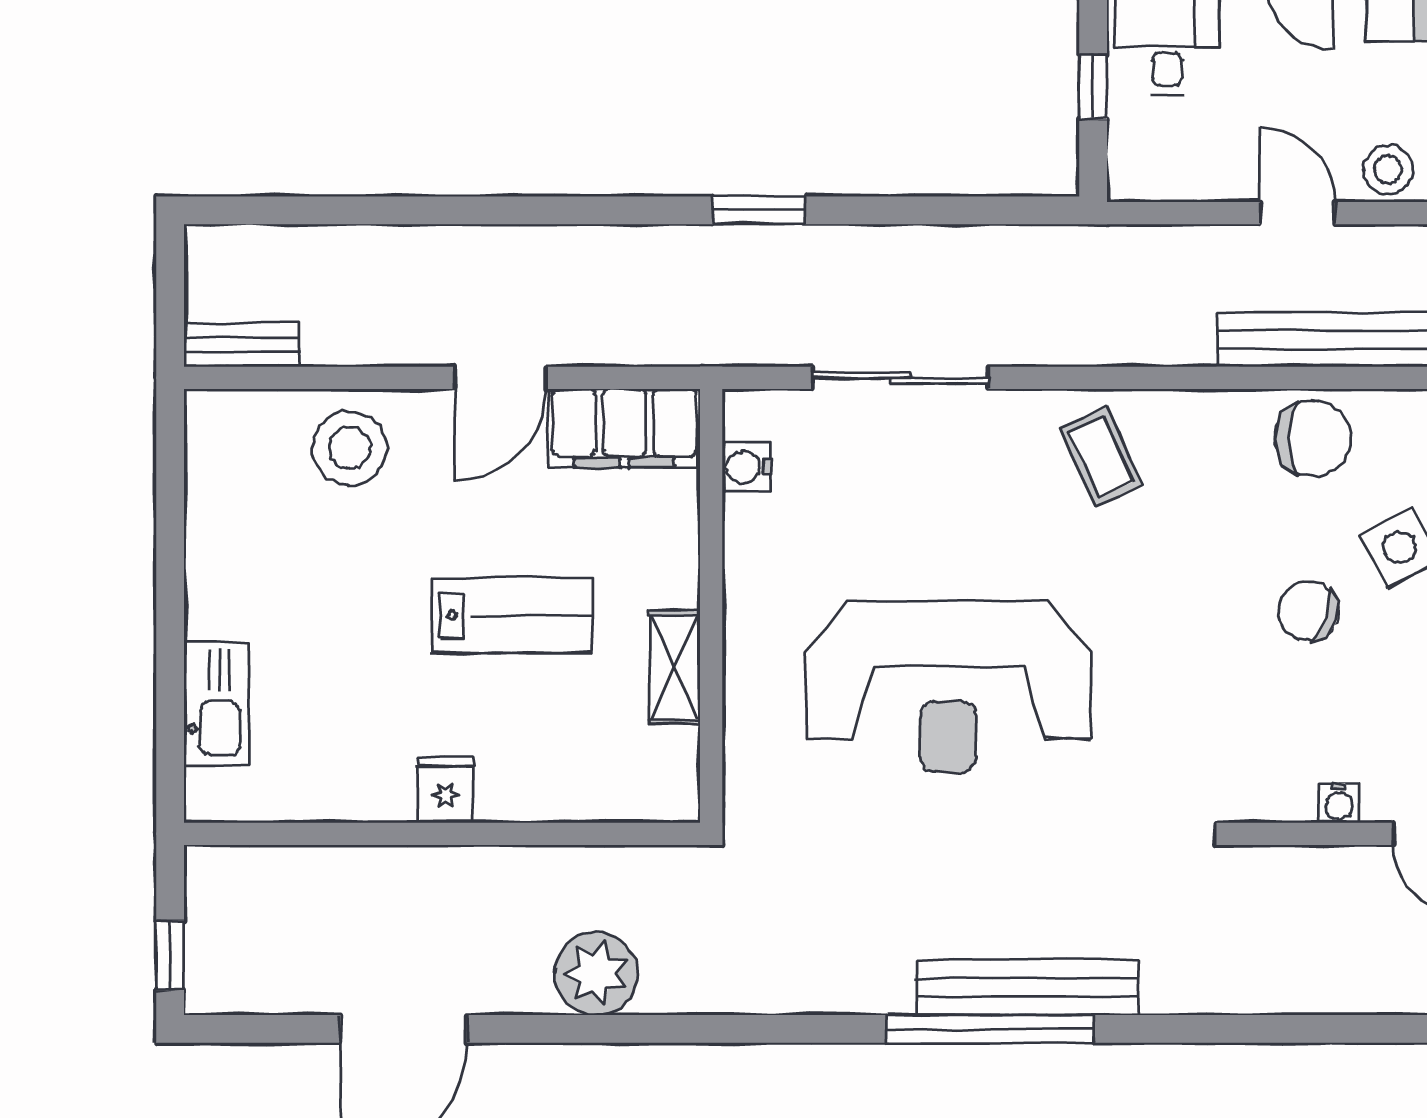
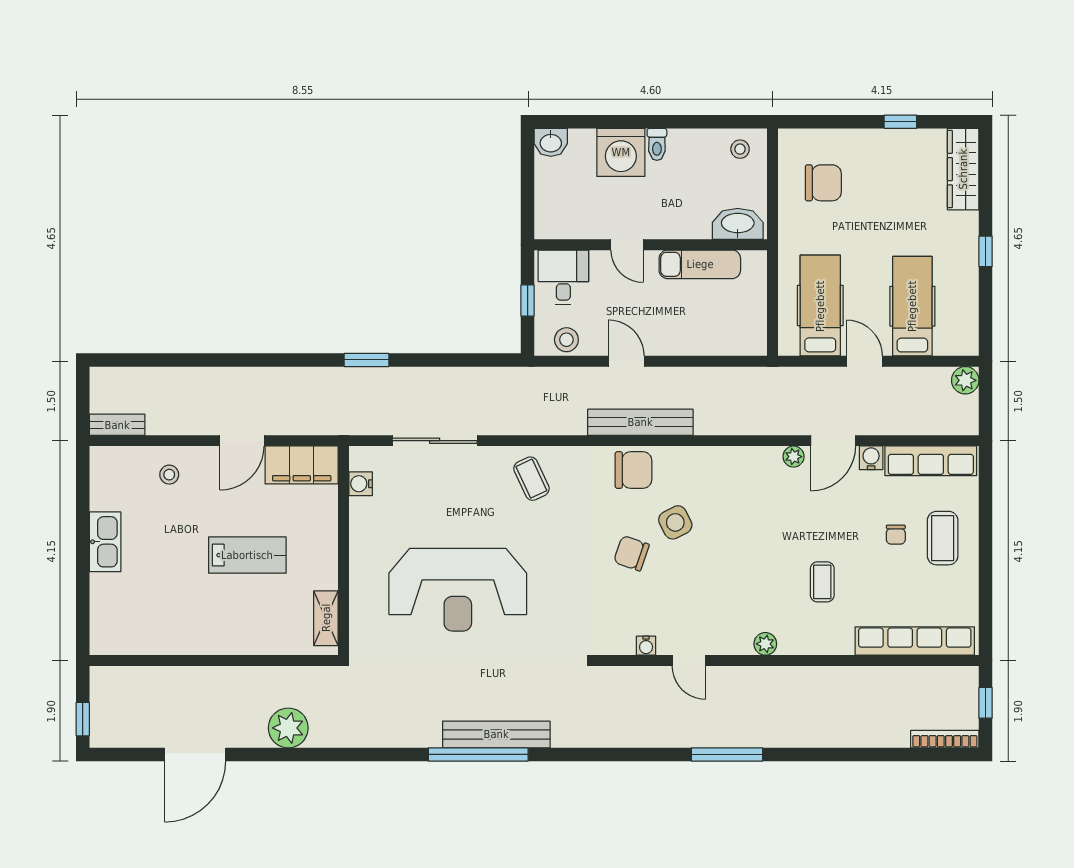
stool: (1388, 169) -> (566, 340), moved
stool: (350, 448) -> (169, 475), width x0.53, depth x0.53
shelving: (675, 667) -> (326, 618), moved
kitchen sink: (217, 703) -> (105, 542), moved
fridge: (445, 790) -> (215, 639), removed

